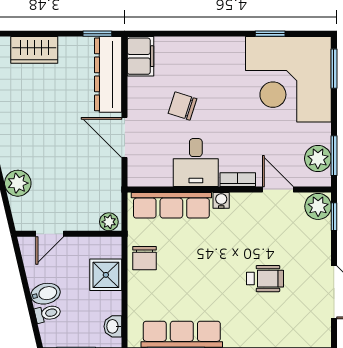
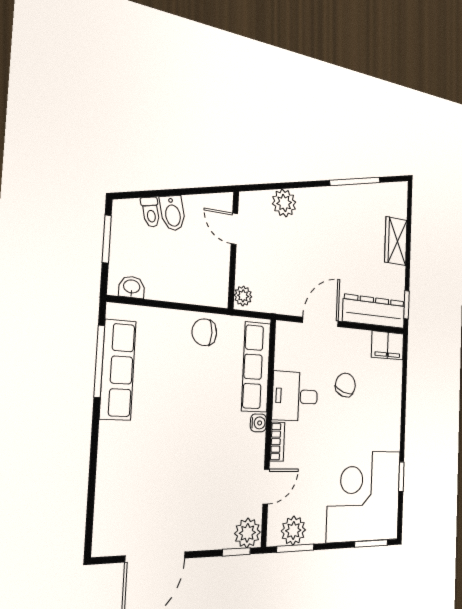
shower: (106, 275) -> (189, 286), removed
wheelchair: (265, 279) -> (175, 473), removed

